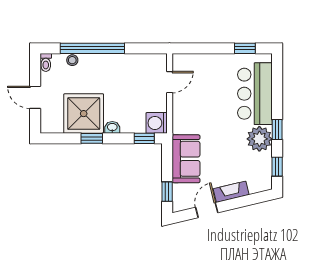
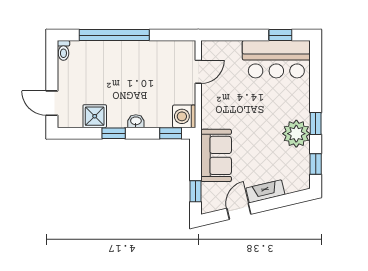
stool: (72, 60) -> (92, 48), removed
bar counter: (255, 94) -> (276, 59), moved, turned -90
door: (35, 97) -> (52, 103), moved
shower: (84, 114) -> (95, 116), width x0.54, depth x0.54

